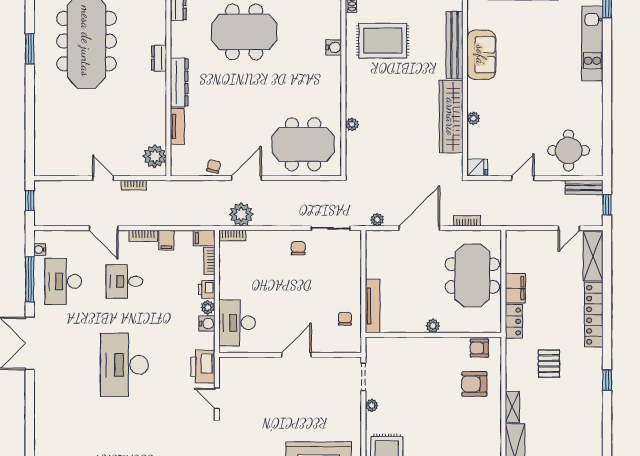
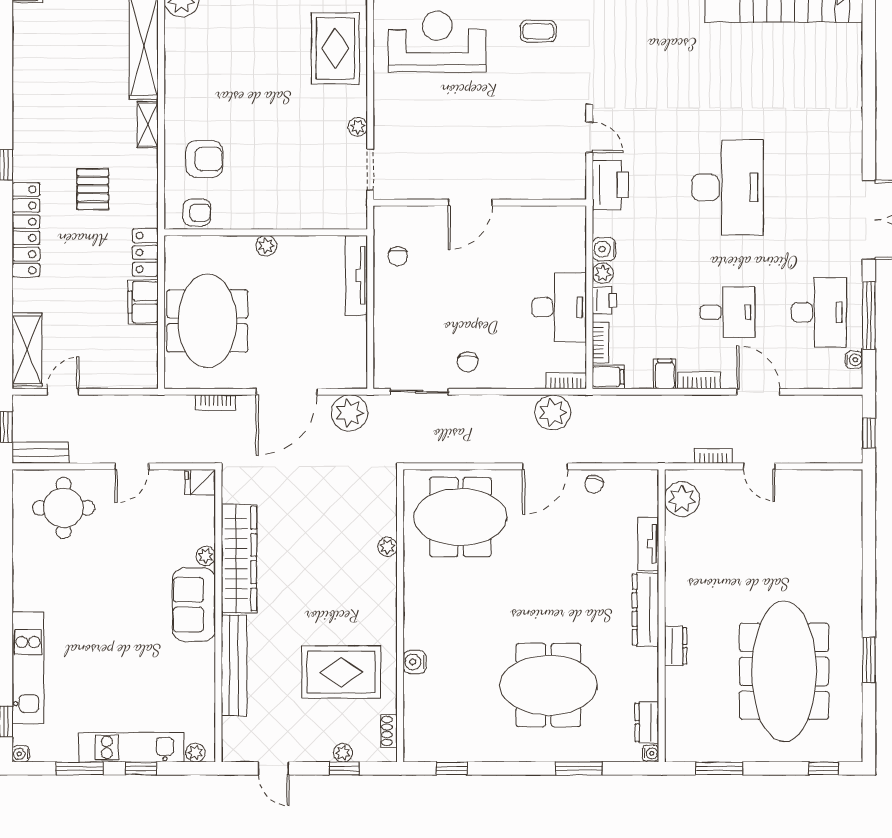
sofa: (481, 55) -> (194, 605), moved
plant: (377, 220) -> (350, 413), width x1.88, depth x1.88
locker: (594, 315) -> (26, 230), moved
desk: (237, 323) -> (559, 307), moved

